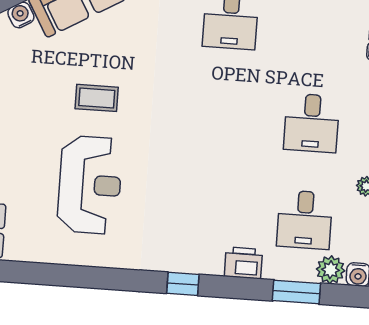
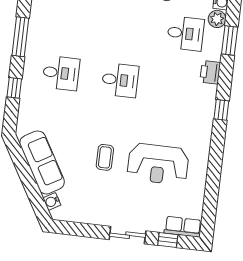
desk: (312, 123) -> (120, 80), moved
reception desk: (90, 185) -> (158, 164), turned 180

